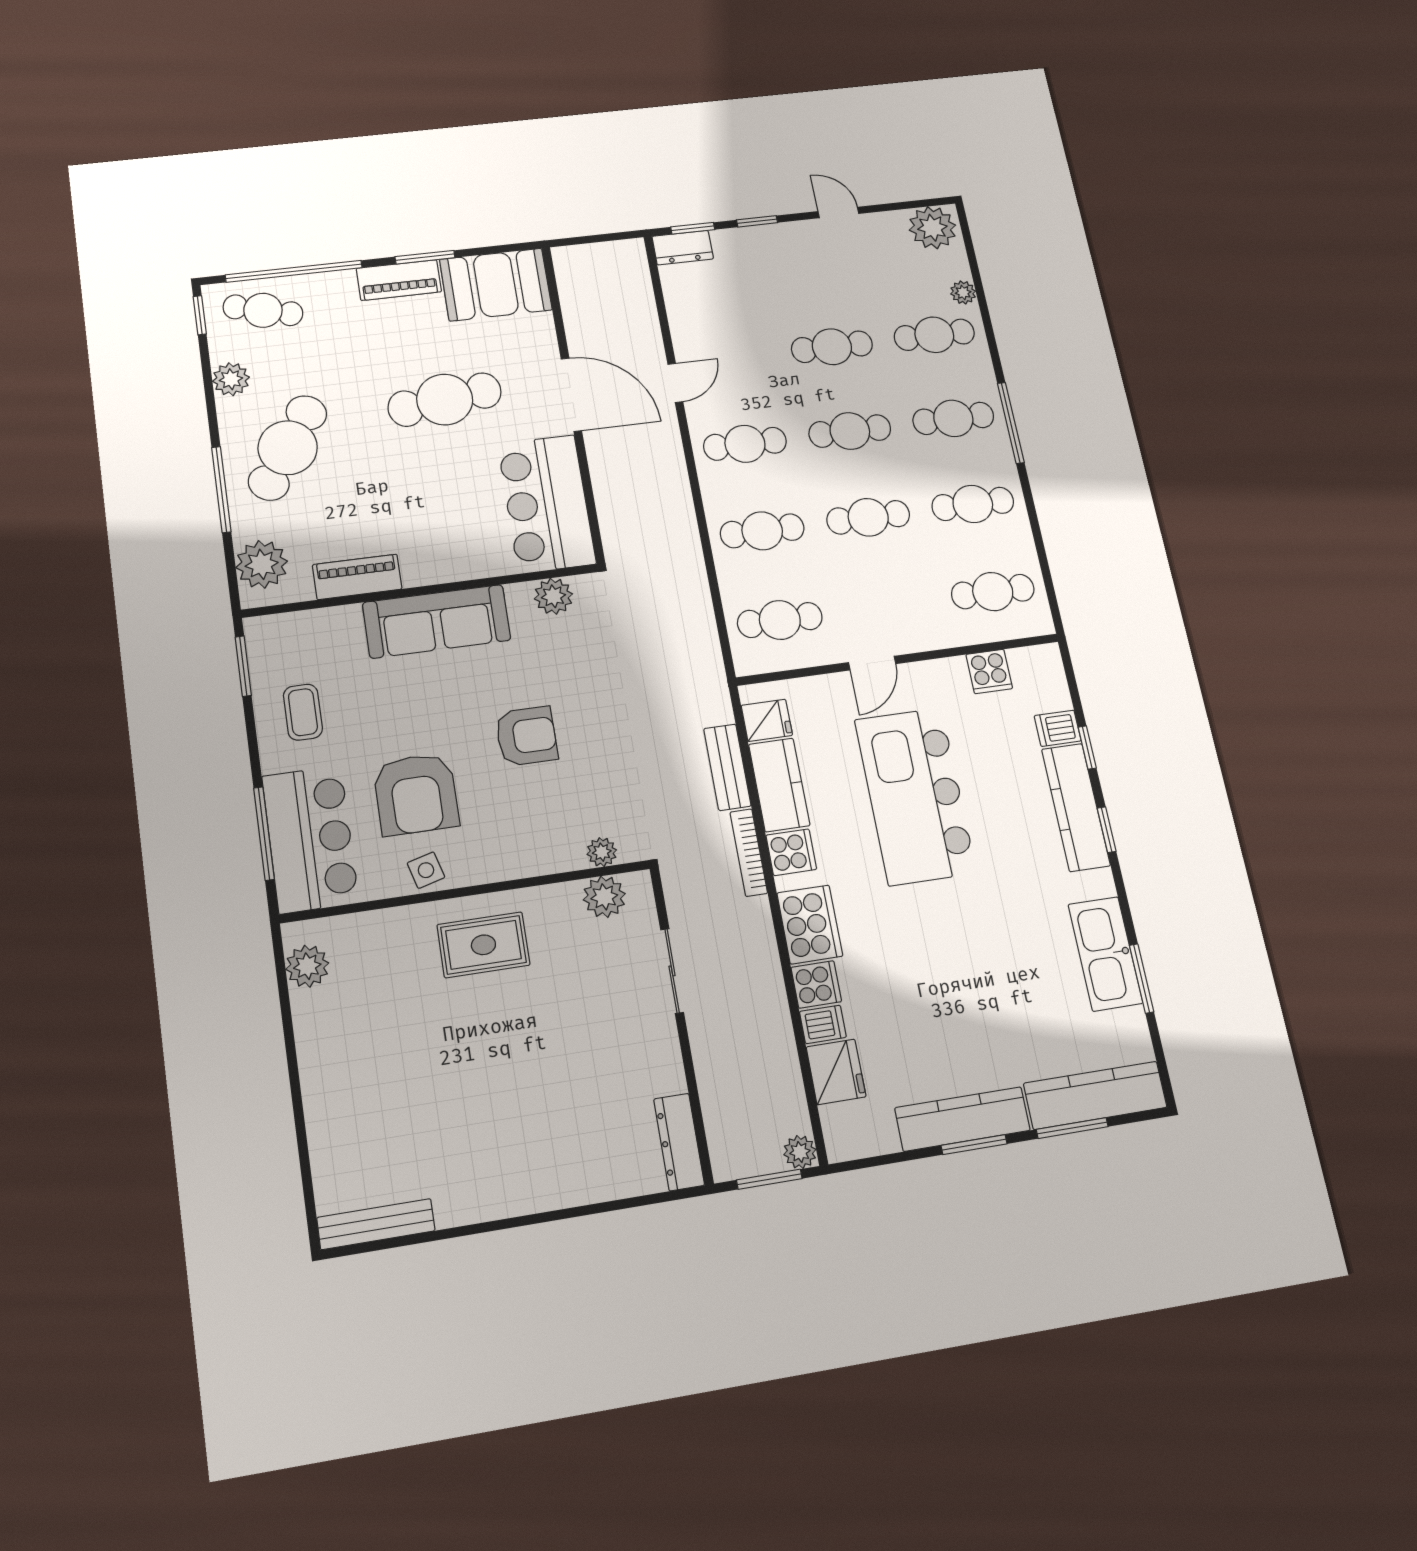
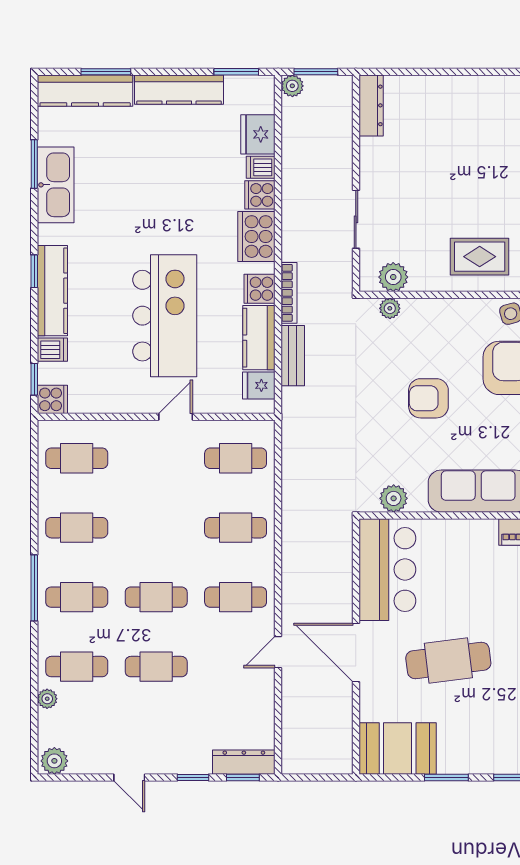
plant: (932, 228) -> (54, 761), width x0.73, depth x0.73
dresser: (683, 248) -> (244, 762), width x1.44
piano: (399, 280) -> (468, 761), removed
cafe table: (868, 517) -> (156, 528), removed
cooker: (989, 671) -> (52, 399), moved, turned 90
window: (1087, 748) -> (34, 379), moved
window: (974, 1145) -> (236, 72), moved

